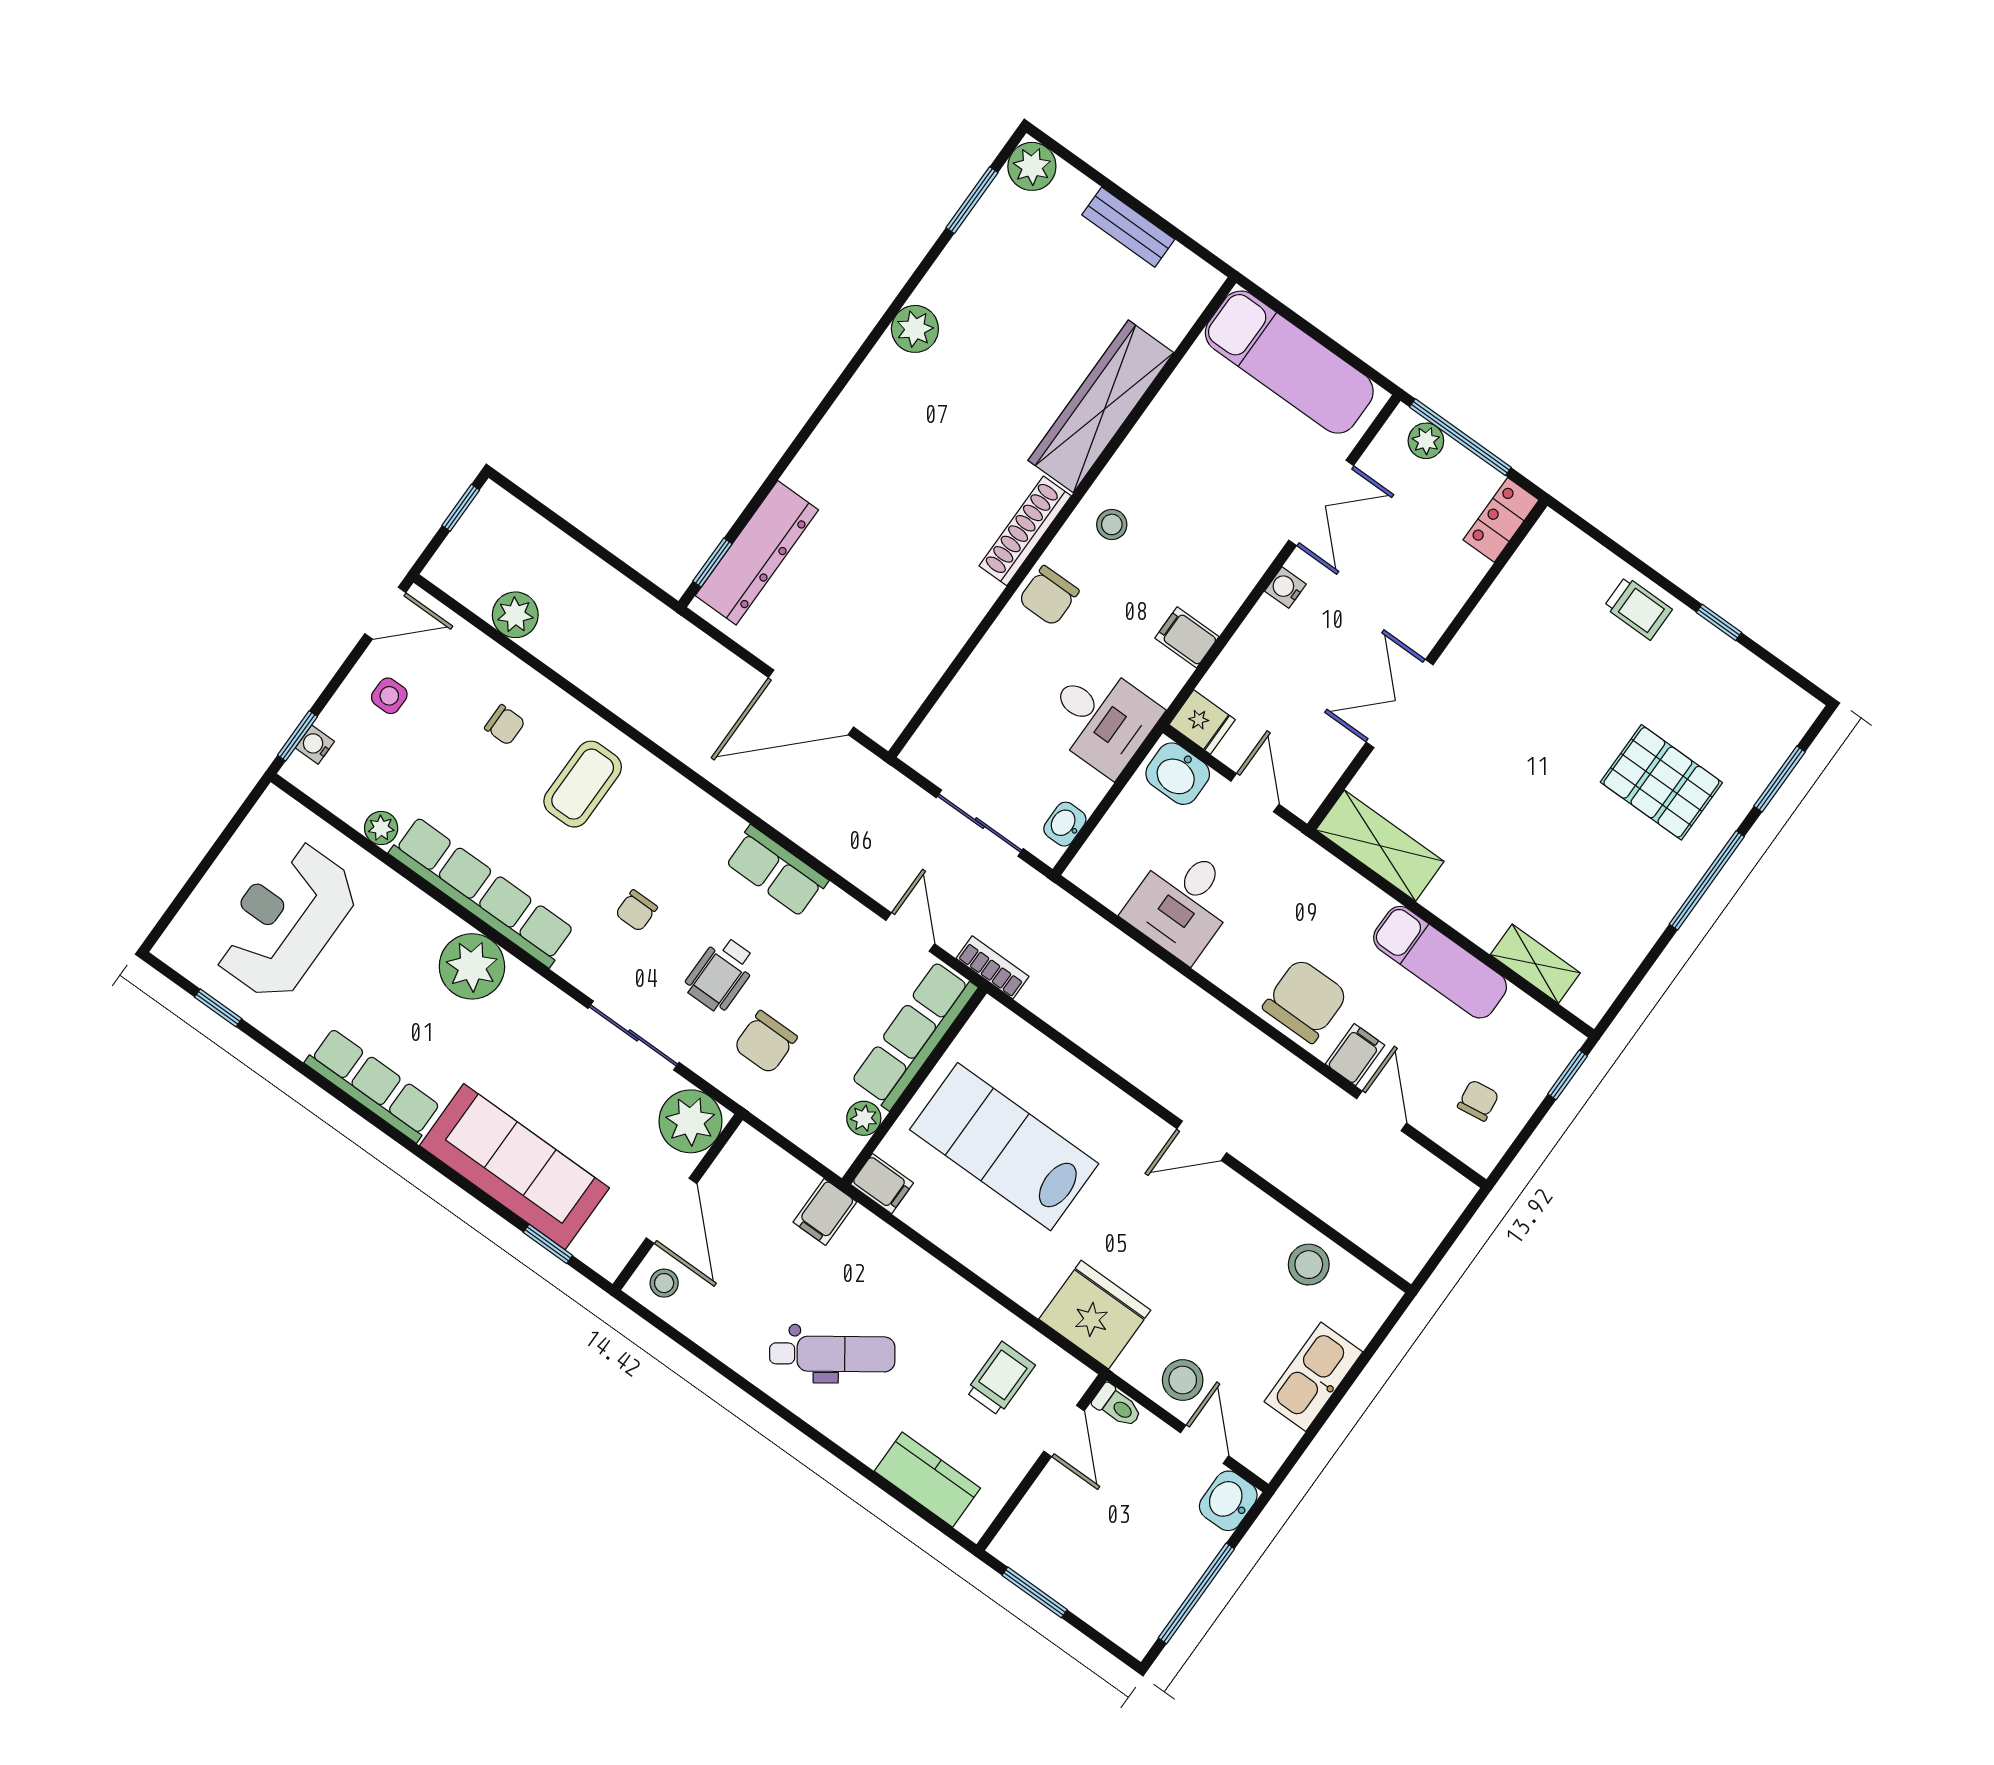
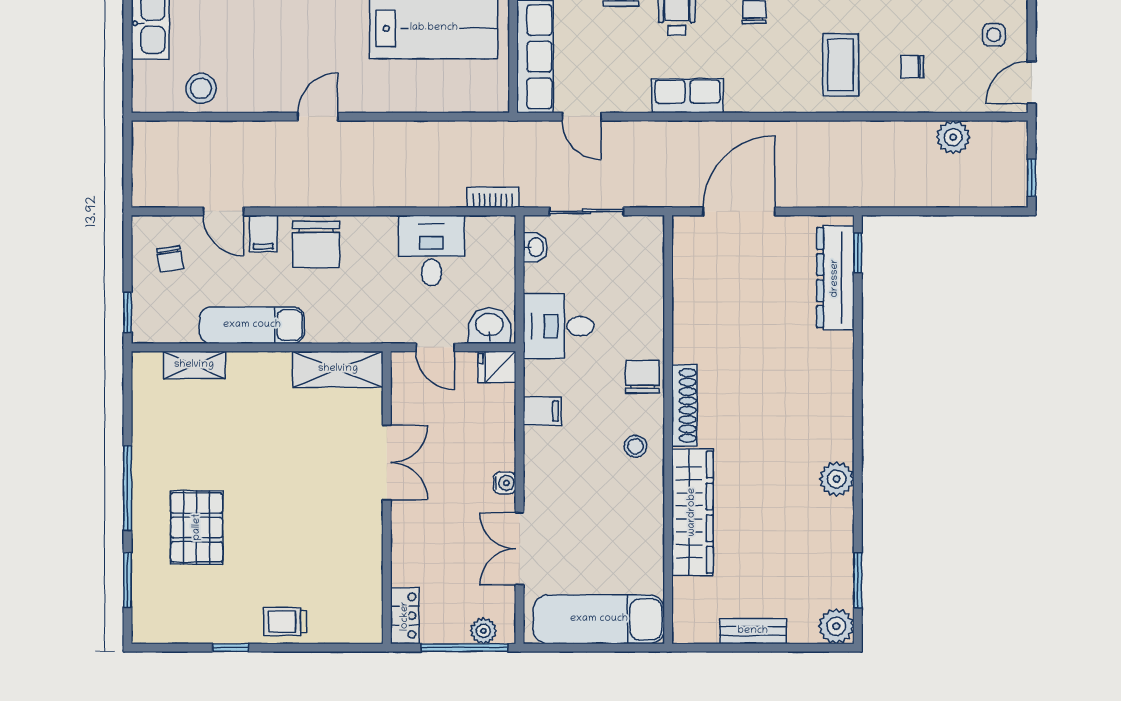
pallet: (1661, 782) -> (197, 527), turned 90
bookcase: (993, 967) -> (493, 197), moved, turned 180

